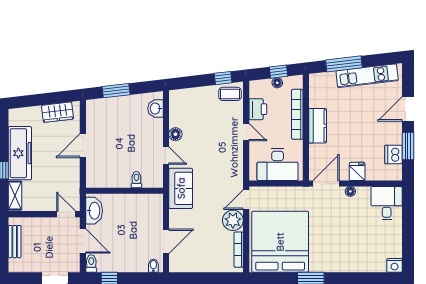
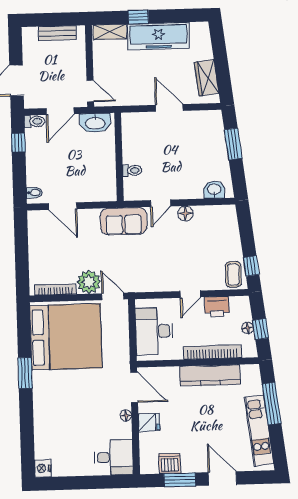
kitchen counter: (318, 126) -> (210, 375), width x1.50
door: (66, 214) -> (90, 91), hinge flipped

